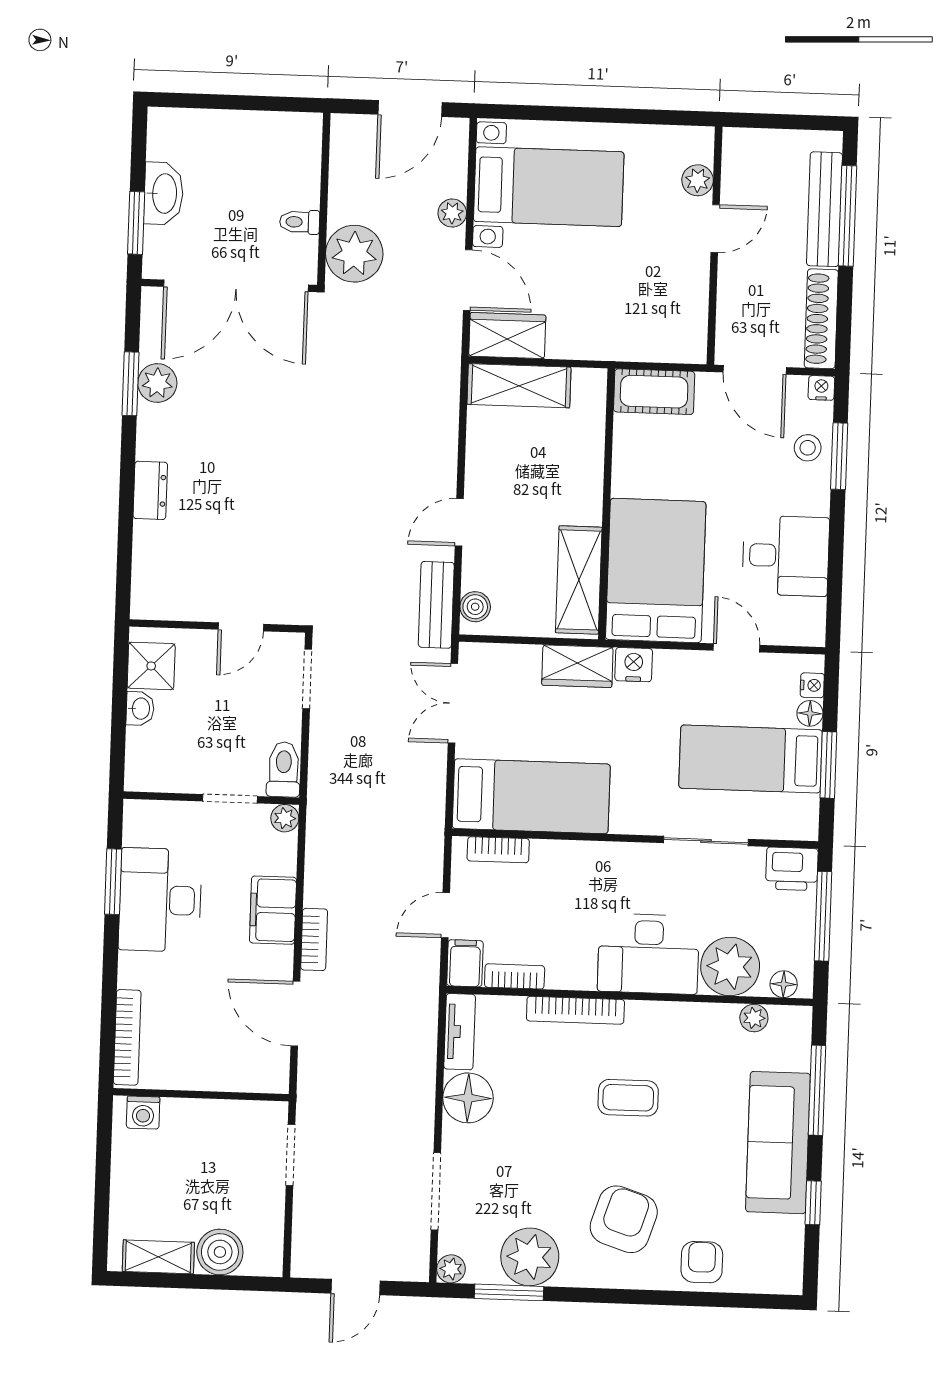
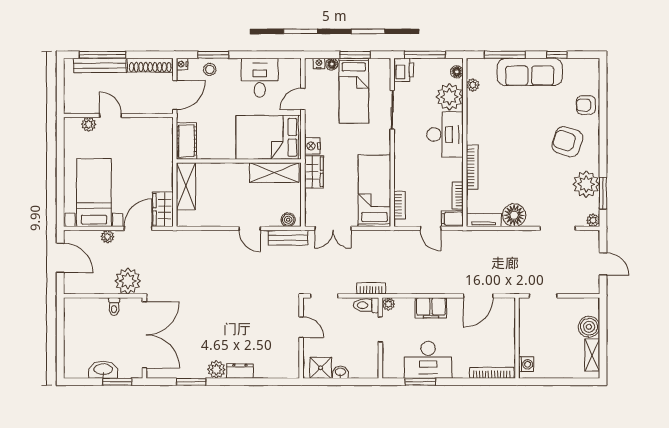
plant: (157, 383) -> (216, 369), moved
shelving: (519, 386) -> (186, 186), moved
bookcase: (314, 939) -> (371, 288), moved
coffee table: (628, 1098) -> (511, 141), removed

